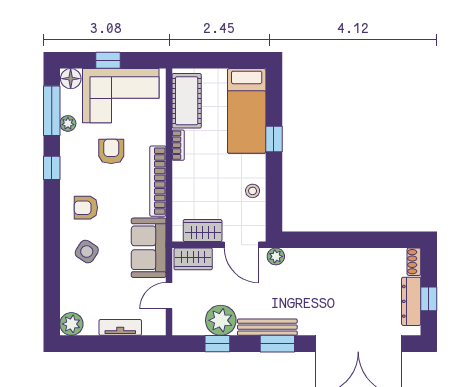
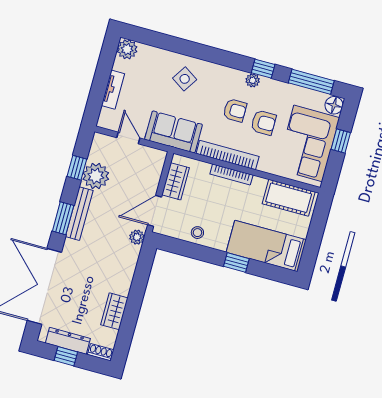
plant: (68, 123) -> (253, 80), moved
bookcase: (178, 145) -> (231, 174), moved, width x1.56
armchair: (86, 208) -> (235, 110), moved, turned 90
wardrobe: (193, 259) -> (114, 311), moved

